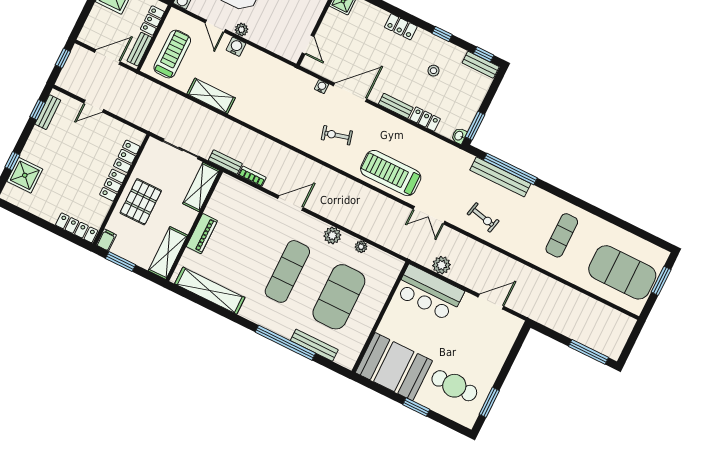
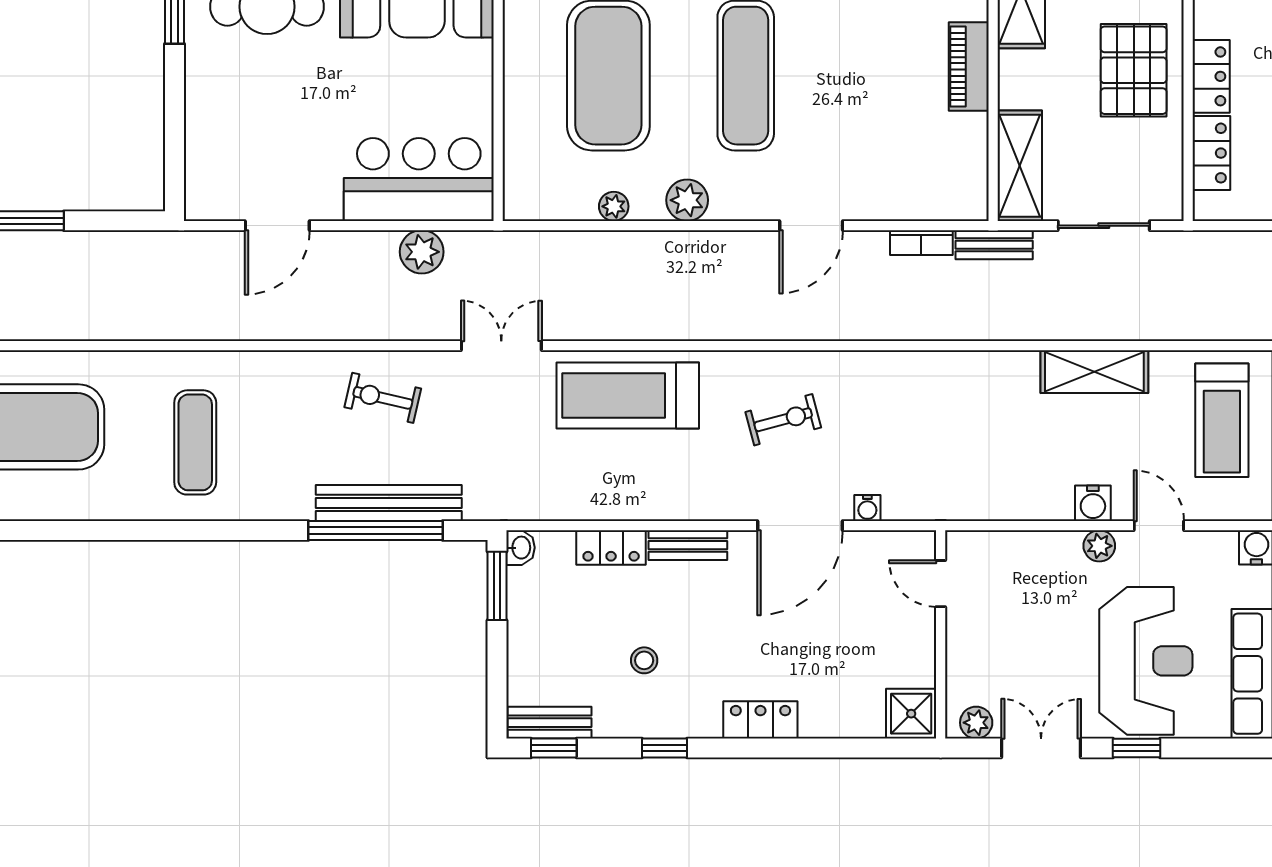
treadmill: (391, 173) -> (628, 396), turned 180

